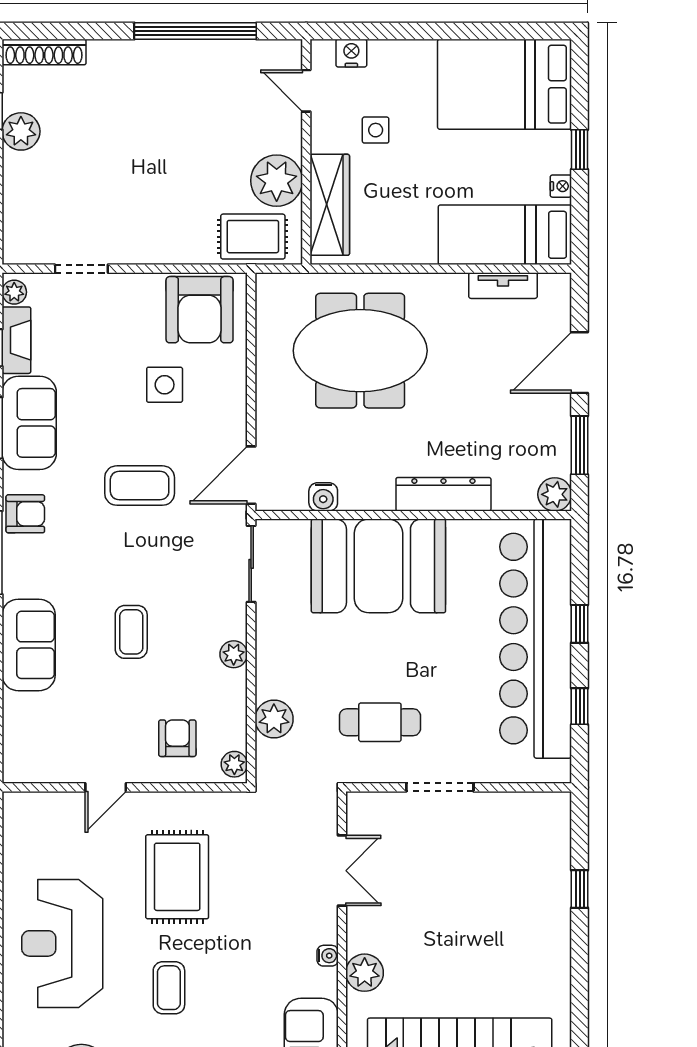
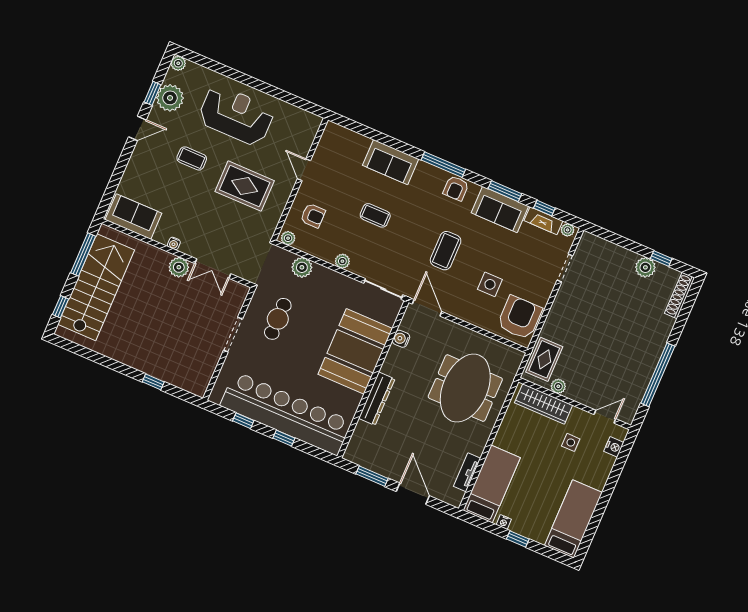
bed: (505, 84) -> (573, 519), width x0.67
plant: (277, 181) -> (558, 386), width x0.53, depth x0.53
armchair: (200, 310) -> (520, 318), turned 90
plant: (555, 494) -> (353, 453), removed
plant: (365, 973) -> (179, 267), moved

